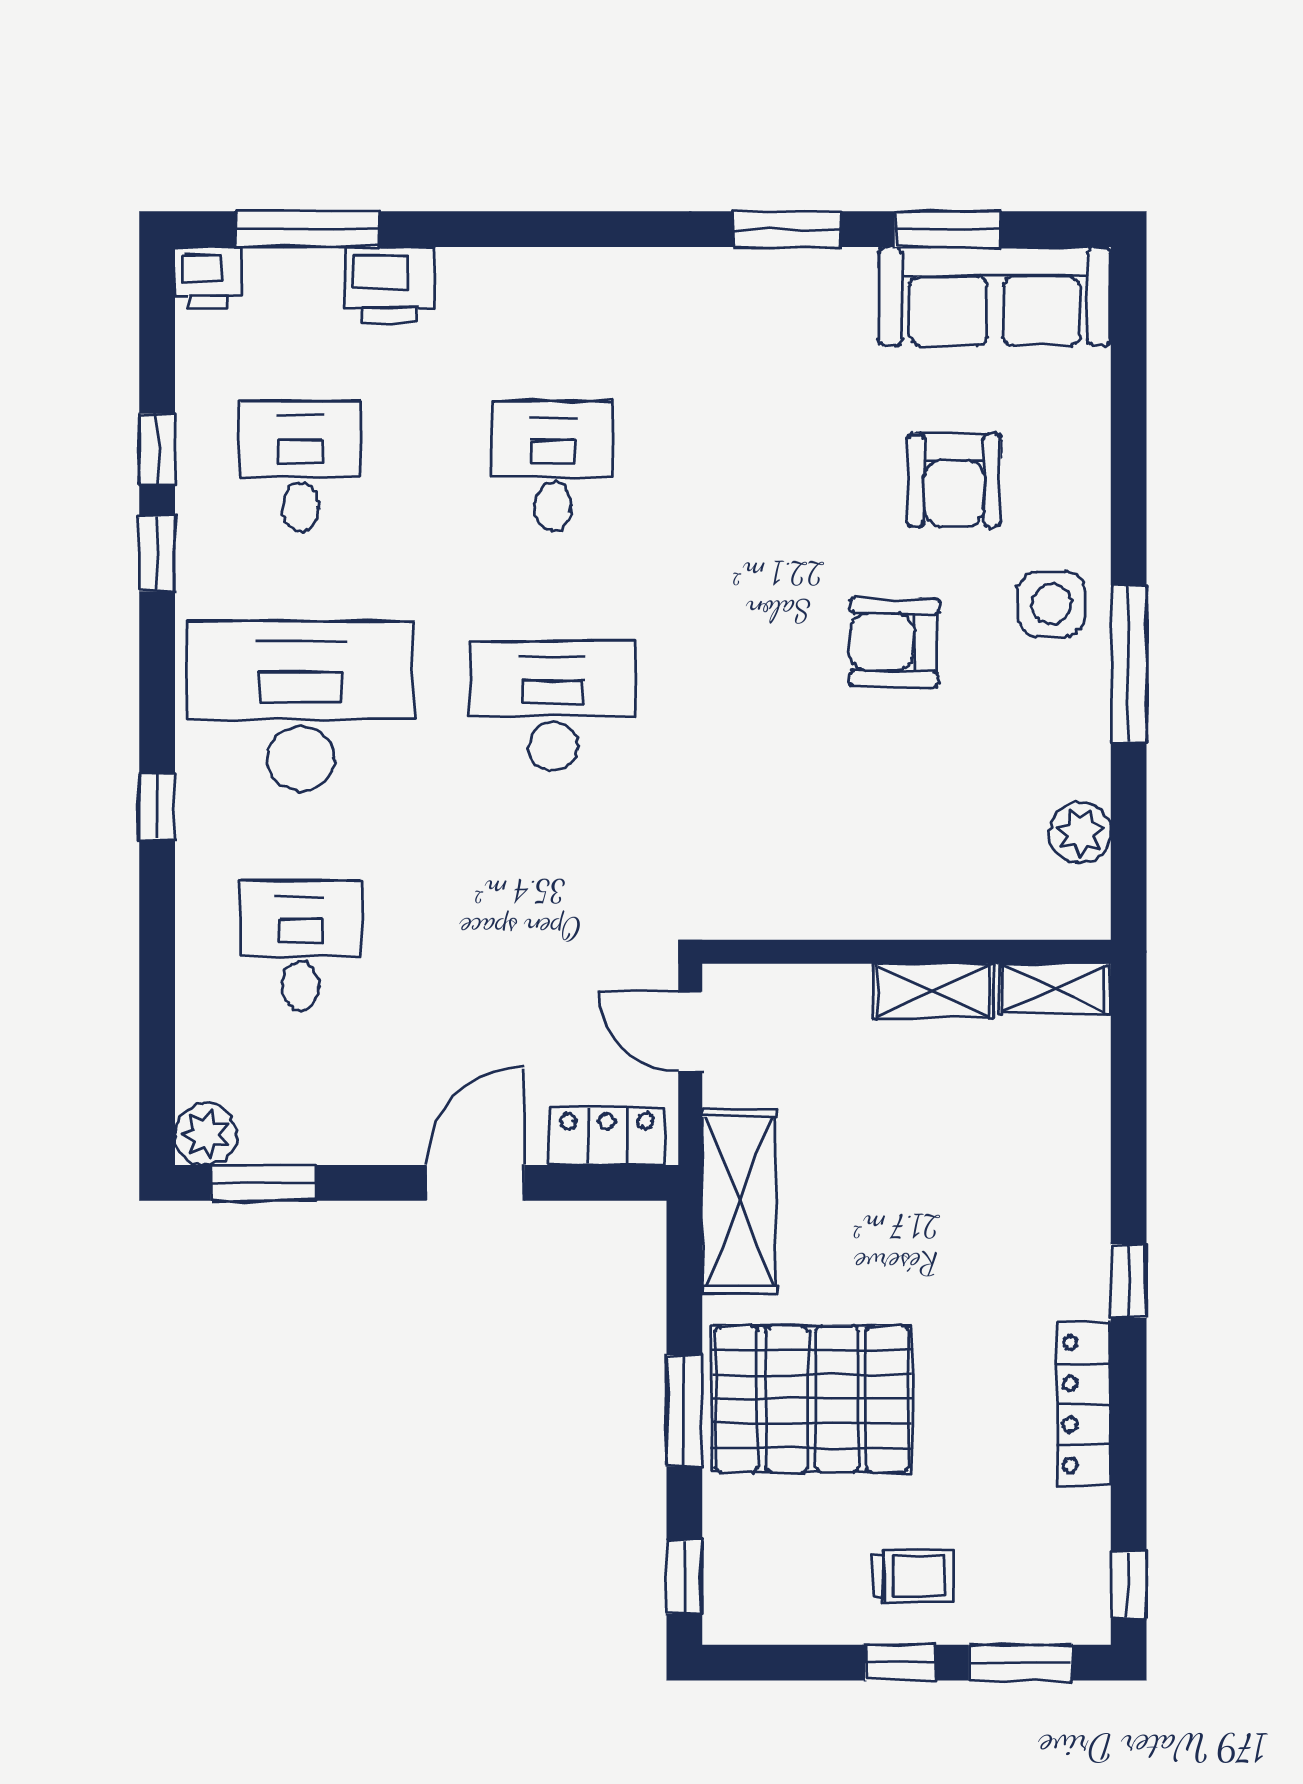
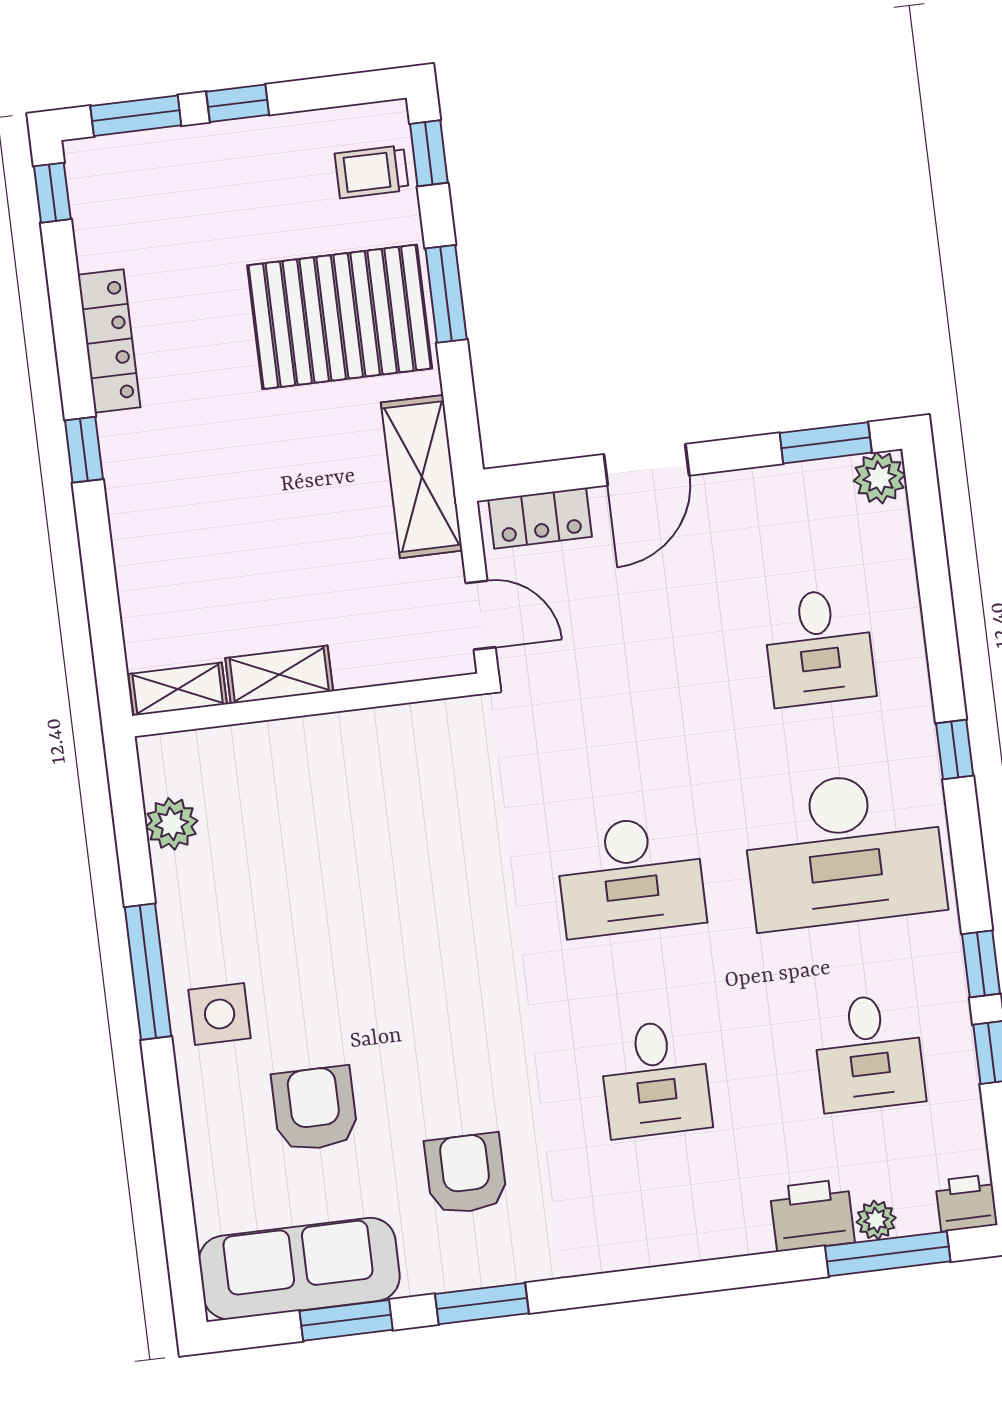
plant: (316, 270) -> (876, 1220), added
armchair: (894, 642) -> (466, 1174), moved, turned -91
trolley: (912, 1576) -> (372, 172), moved

